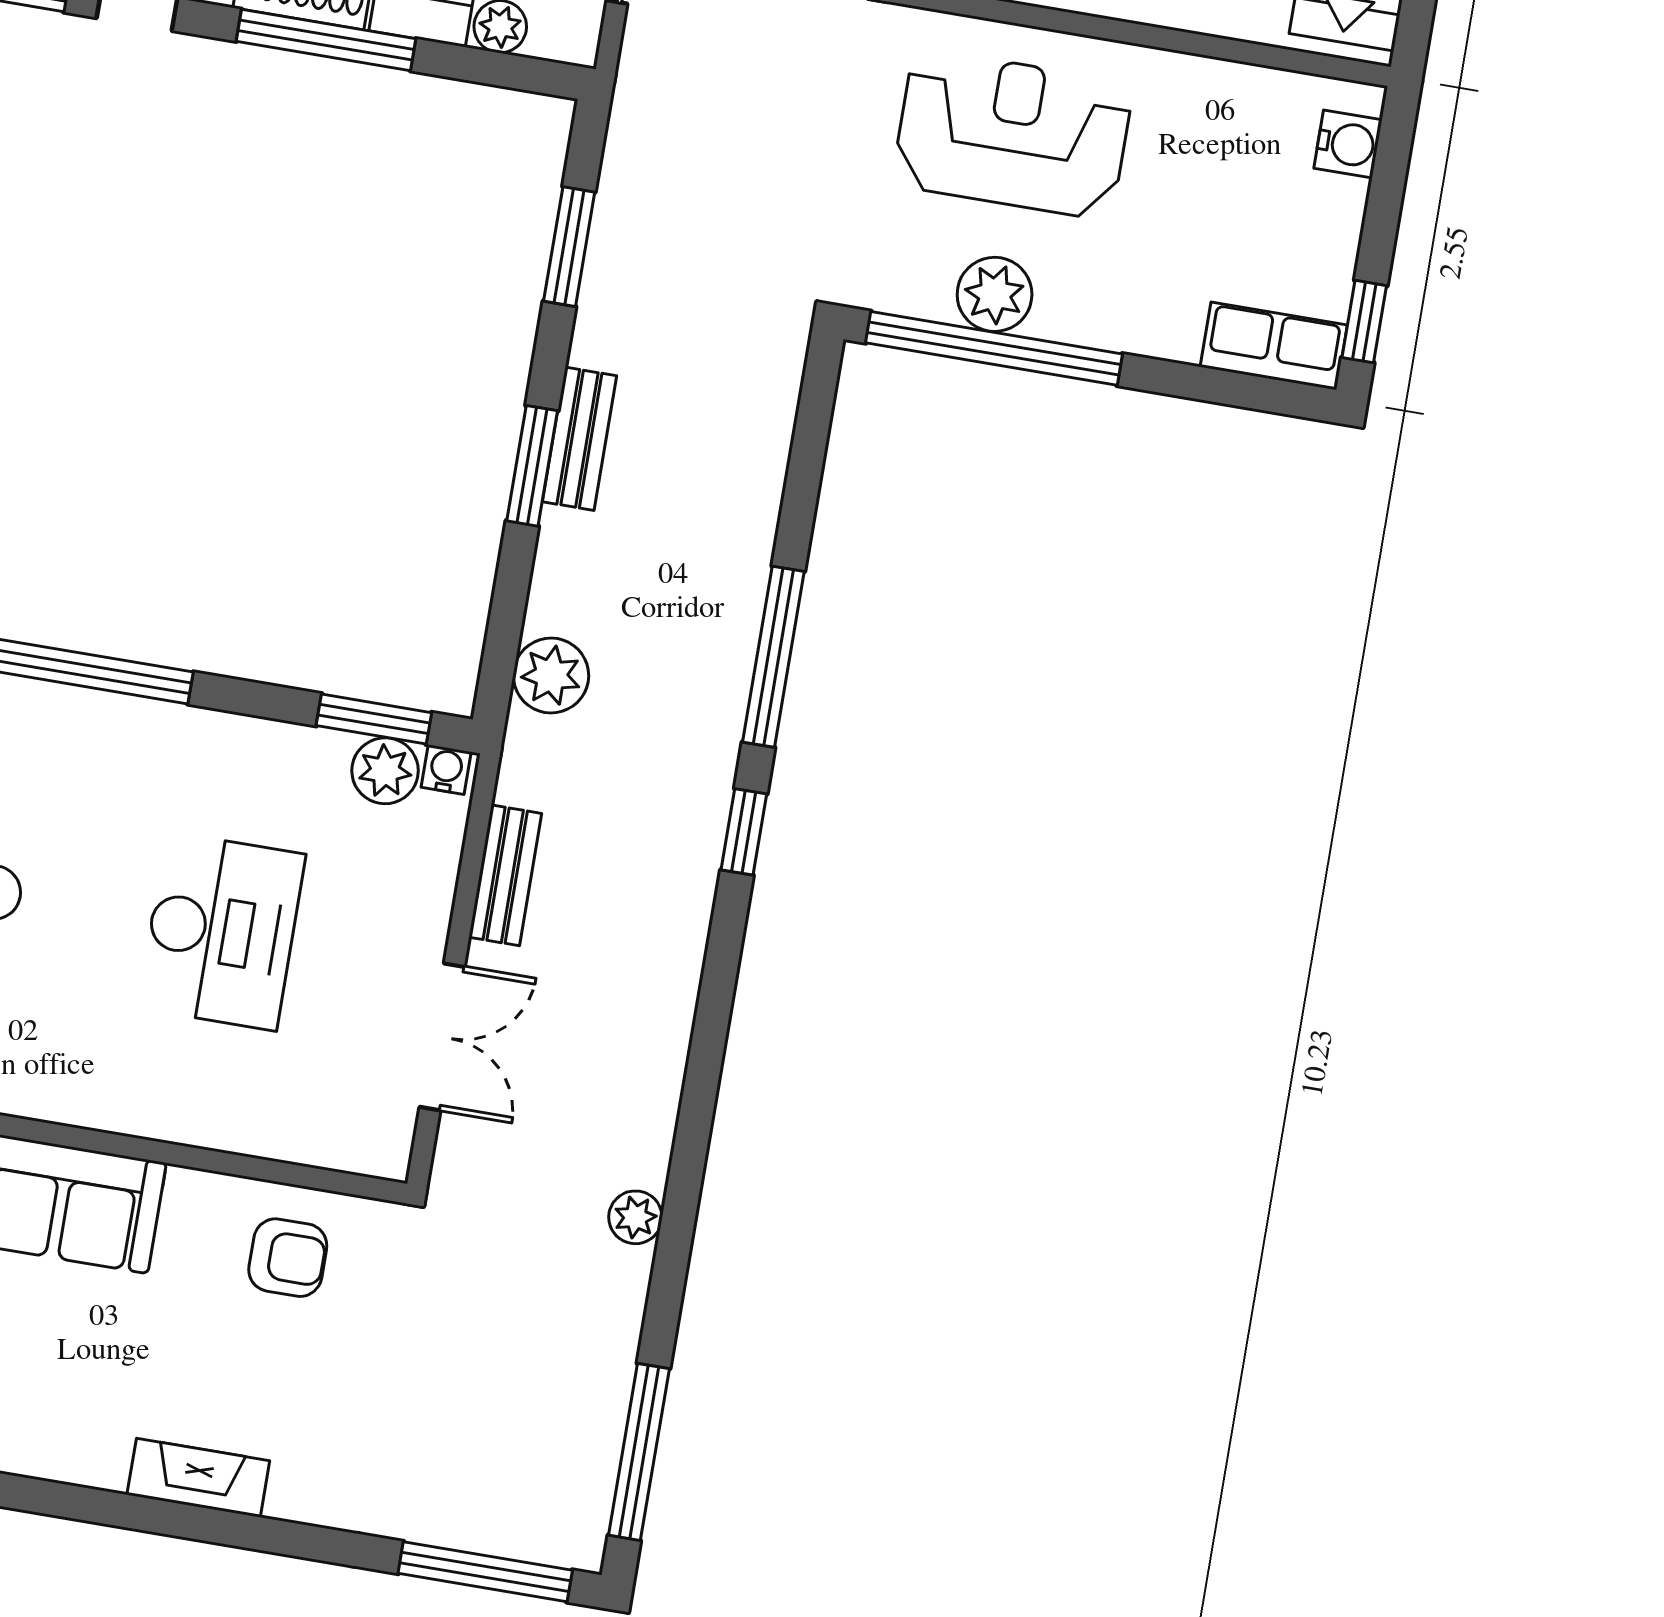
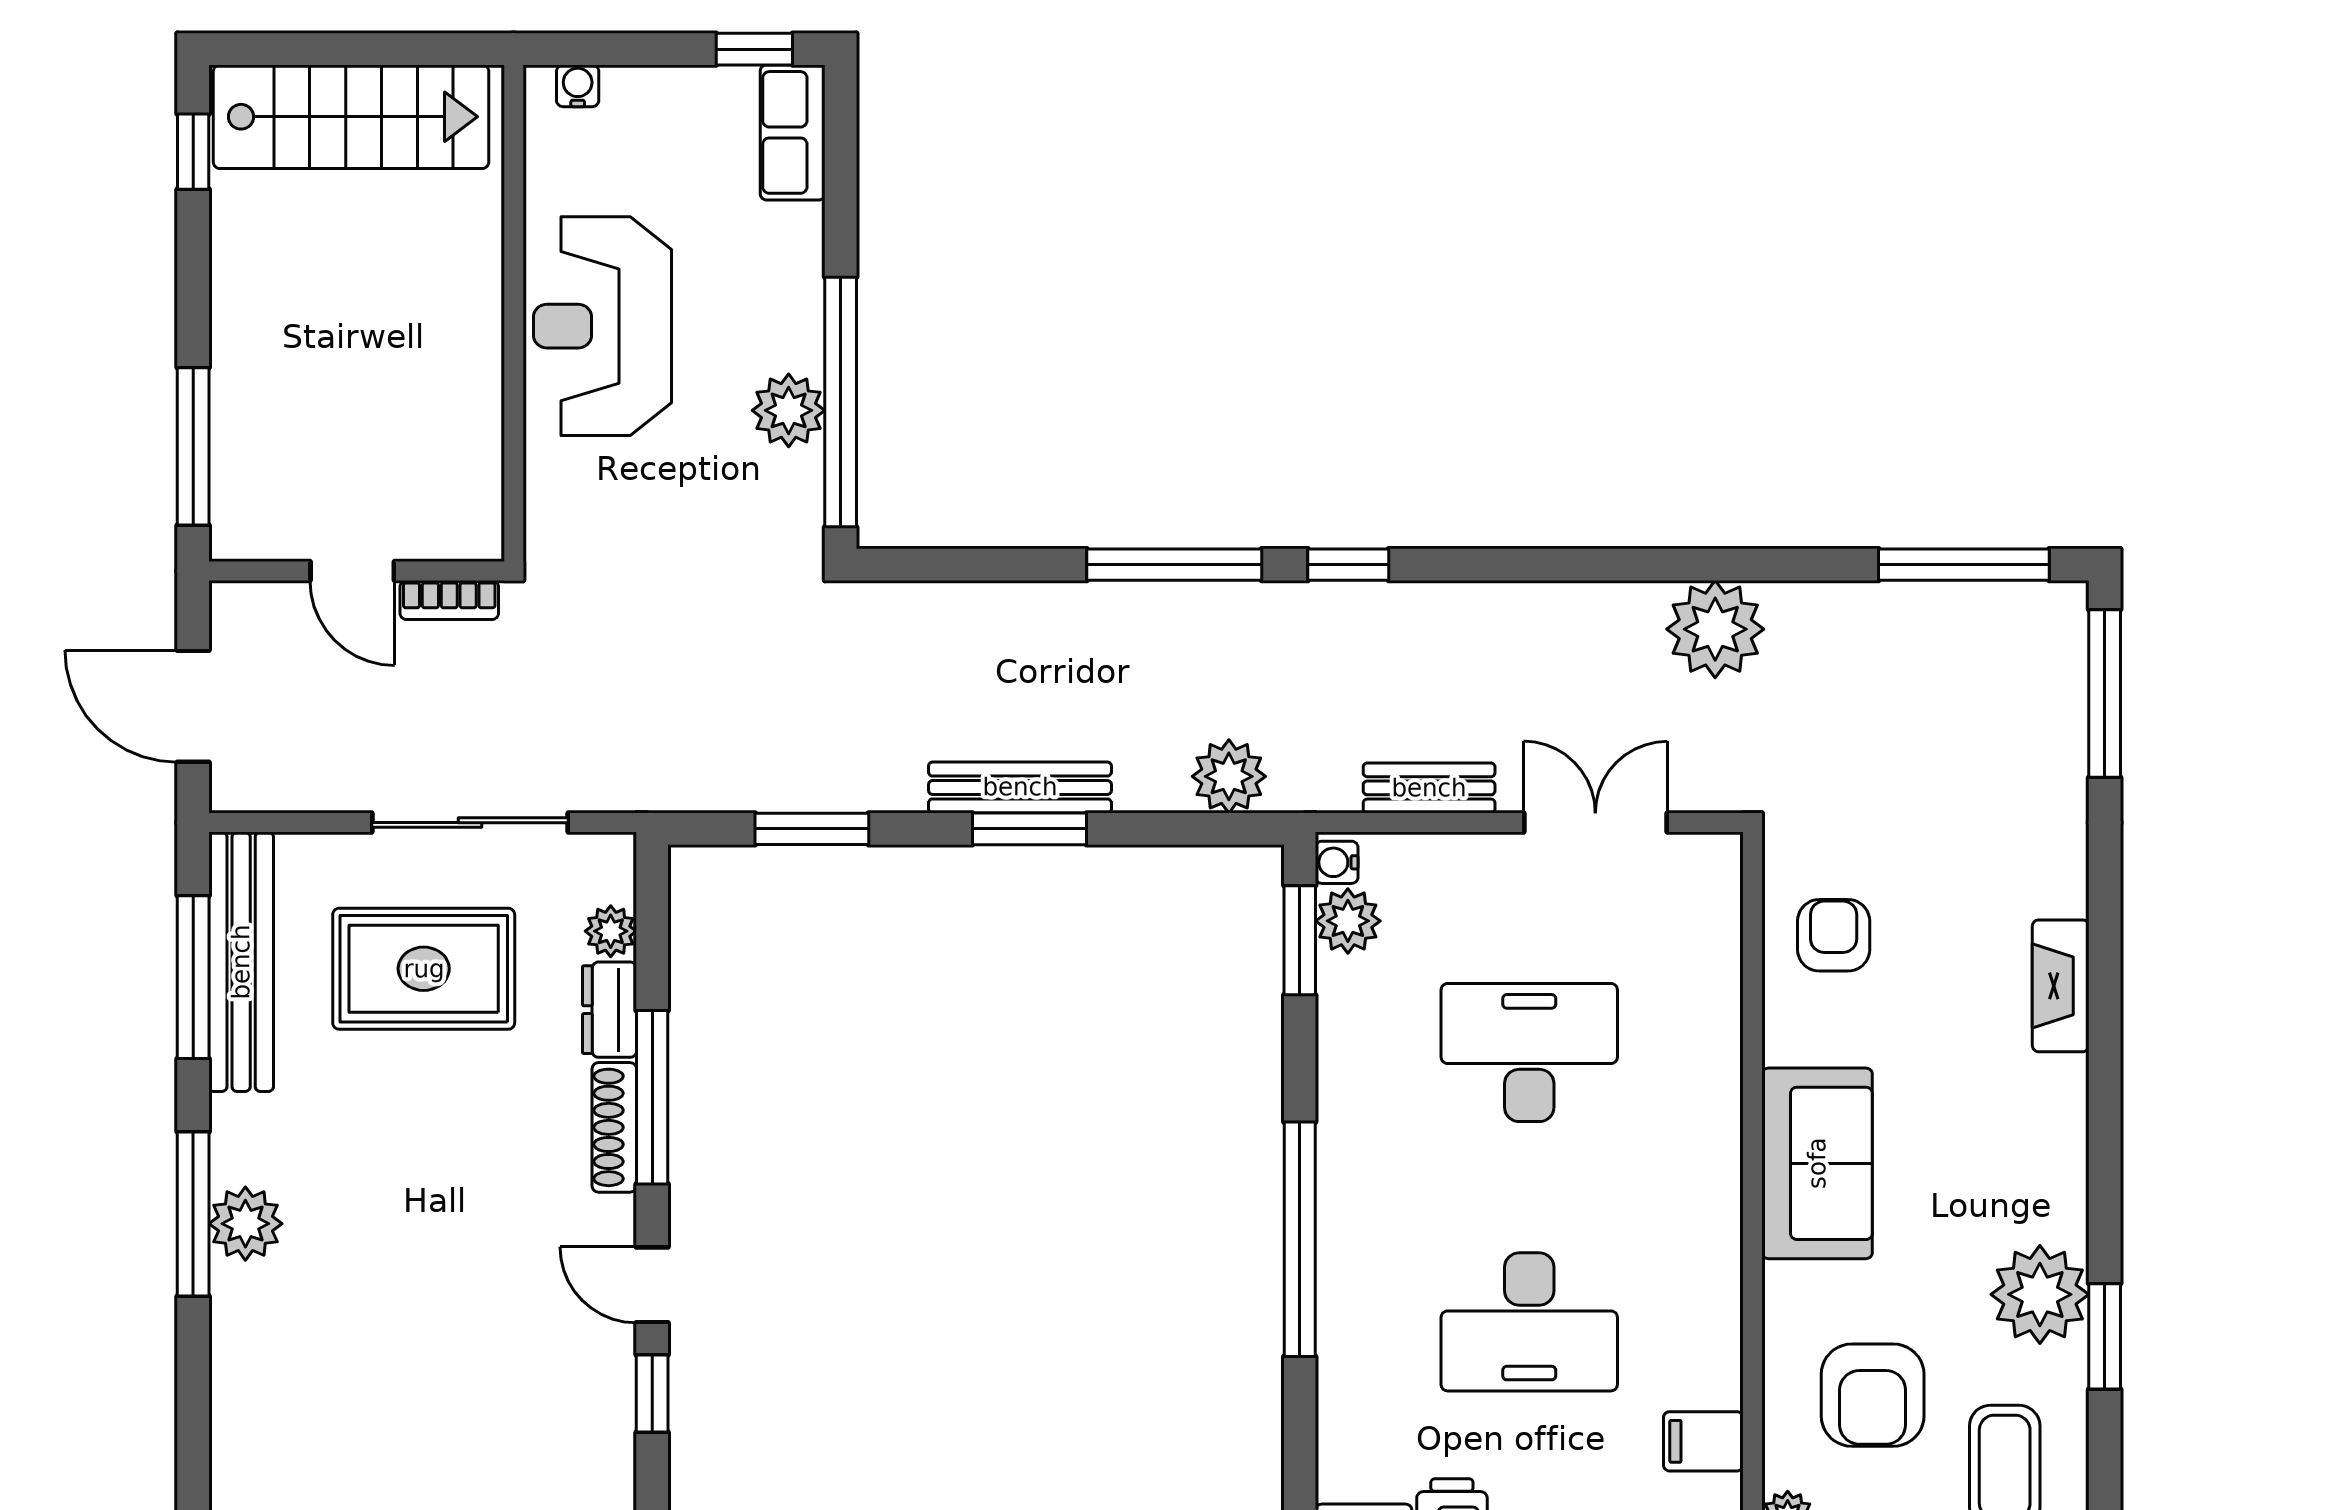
reception desk: (1013, 134) -> (602, 326), moved
water cooler: (1348, 144) -> (578, 86), width x0.72, depth x0.72
bench: (579, 439) -> (1020, 787), width x1.36
plant: (635, 1217) -> (1715, 629), width x1.88, depth x1.88

